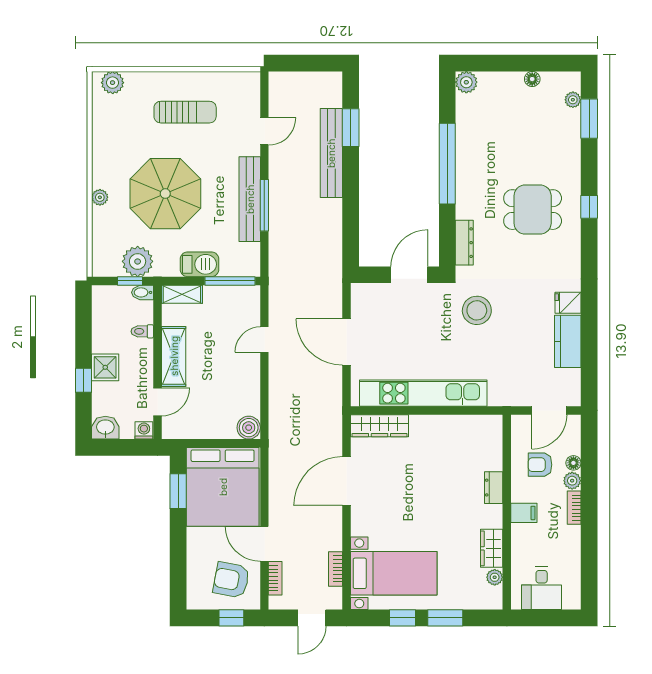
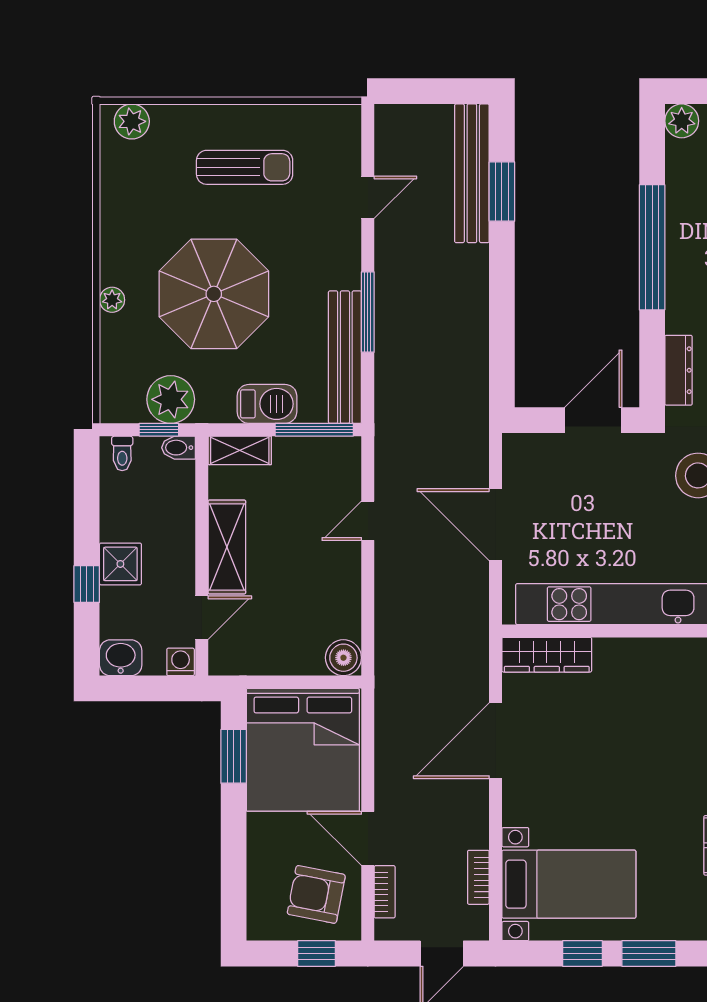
bench: (331, 153) -> (472, 173), moved
bench: (250, 199) -> (345, 357), moved
toilet: (142, 331) -> (122, 453), moved, turned -90

